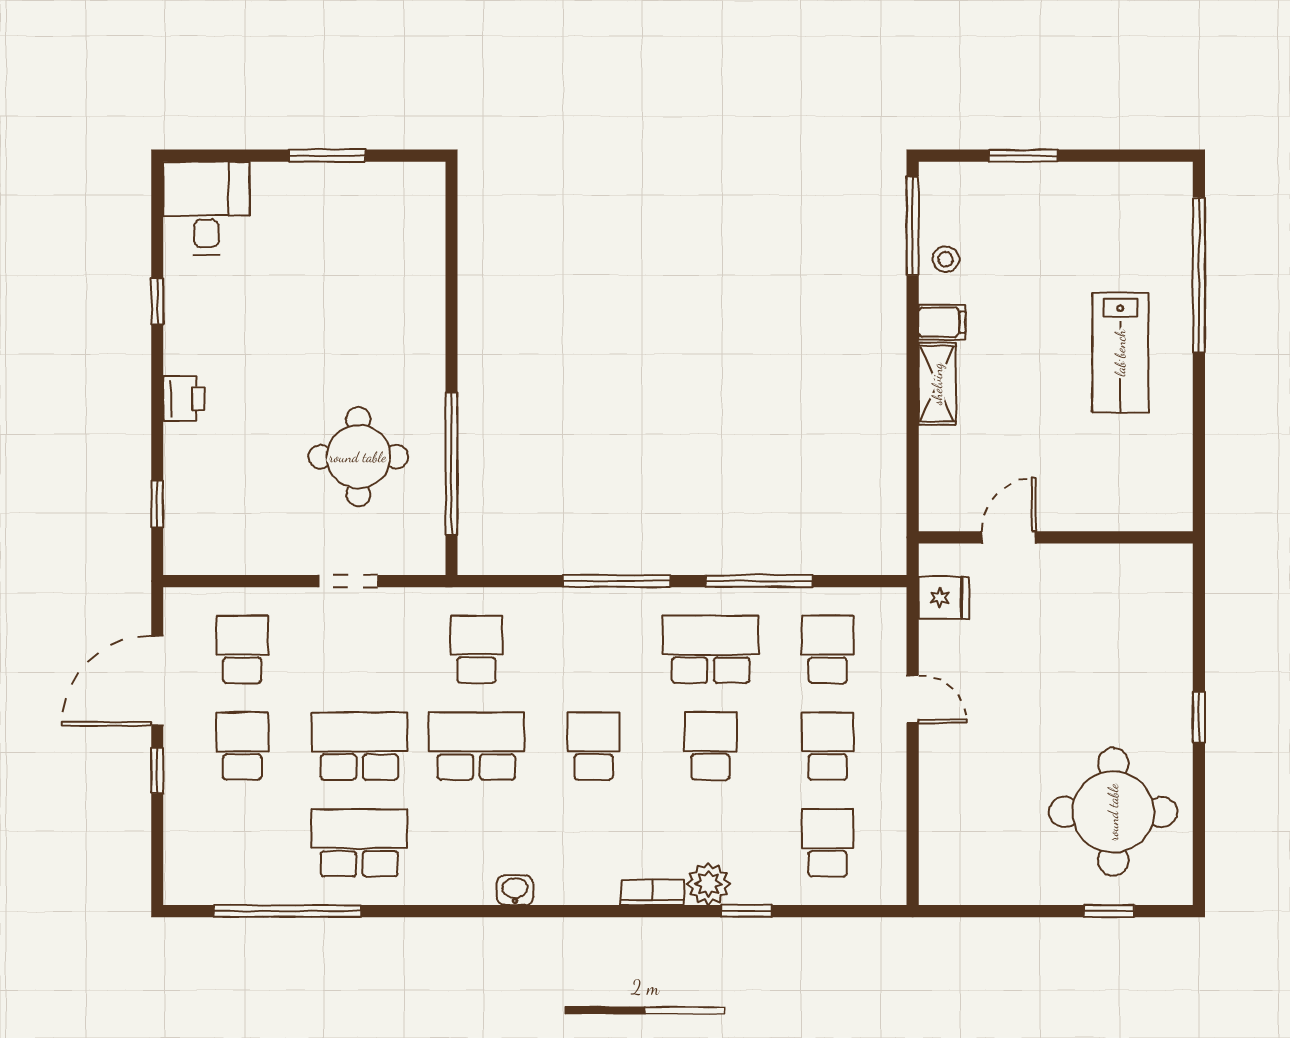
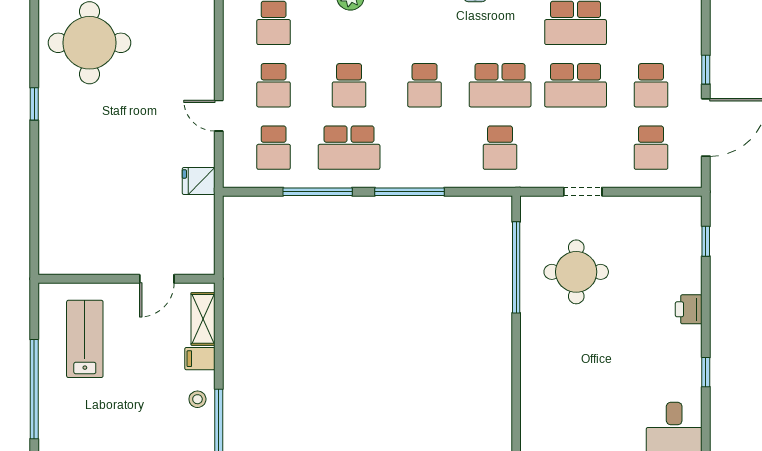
door: (1009, 537) -> (157, 279), moved
wall: (1056, 537) -> (126, 279), moved

